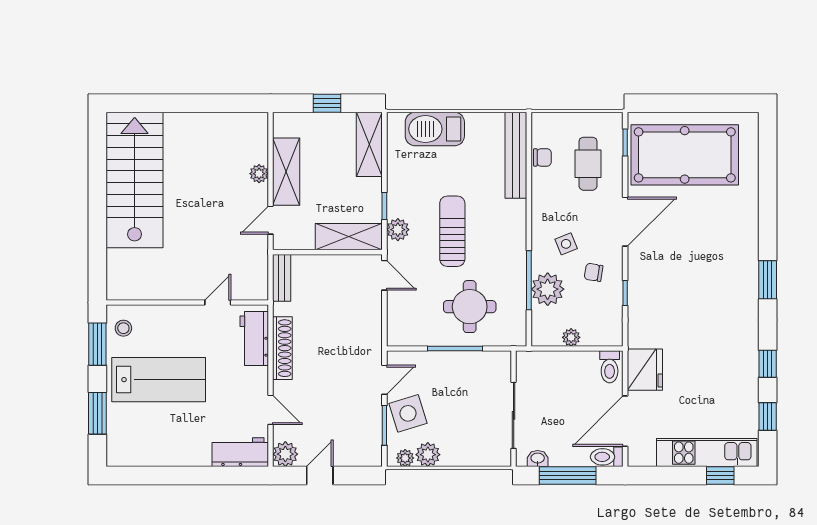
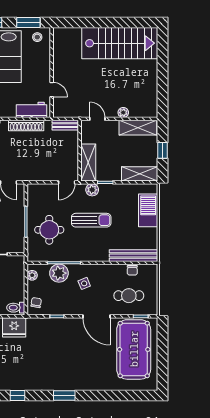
shelving: (286, 172) -> (138, 128), moved
chair: (594, 272) -> (36, 303), moved
plant: (571, 337) -> (32, 275), moved

